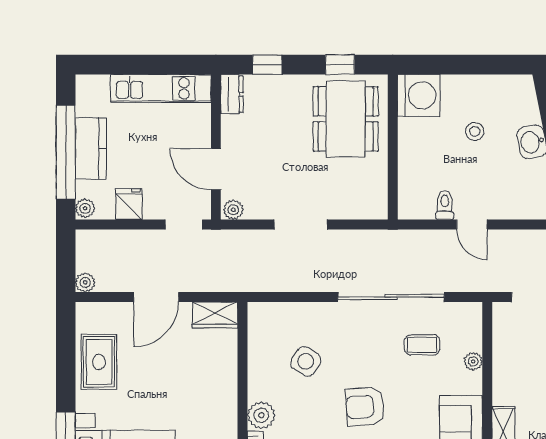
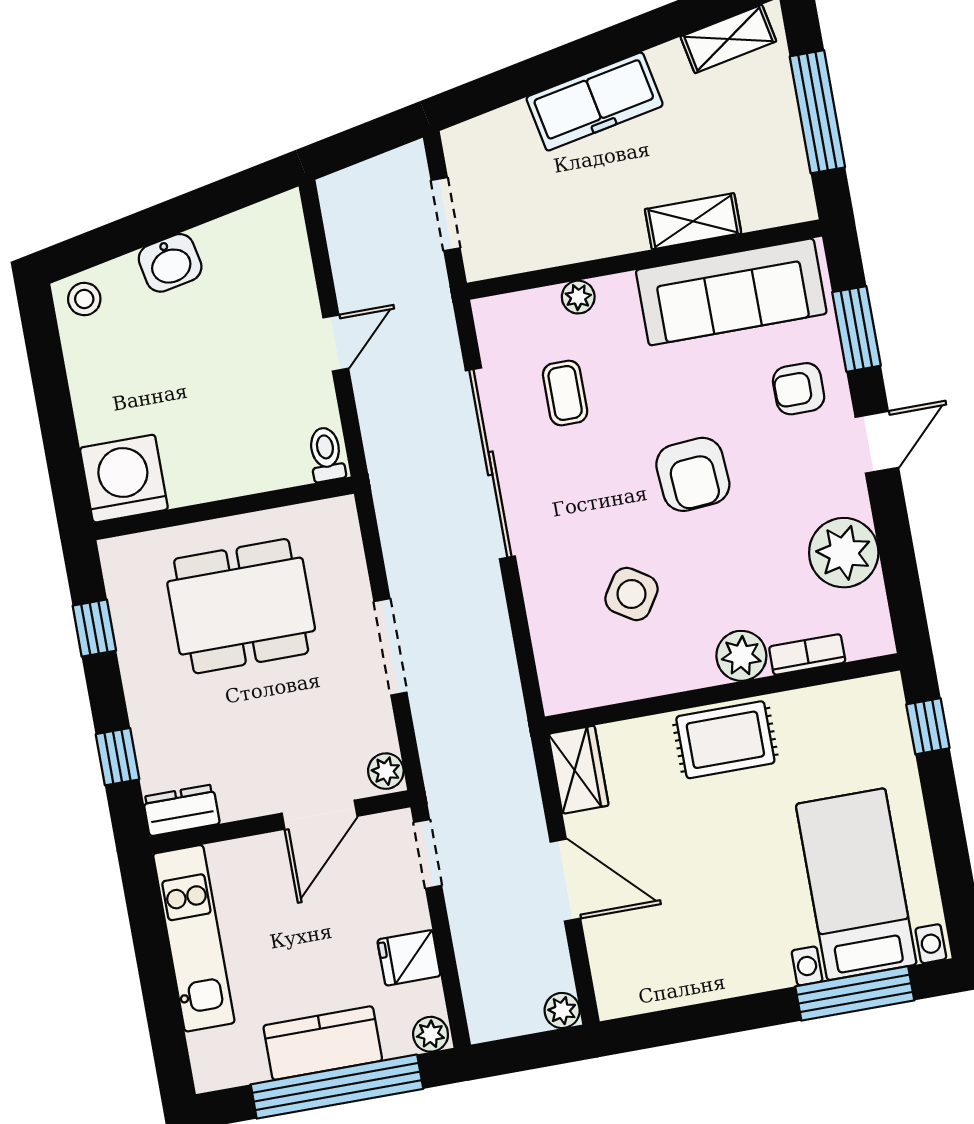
dining table: (346, 119) -> (241, 606), moved
stool: (475, 131) -> (84, 299), moved
toilet: (445, 205) -> (326, 454), moved, turned 90
rug: (99, 362) -> (725, 740), moved

